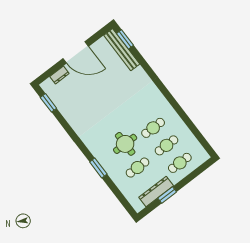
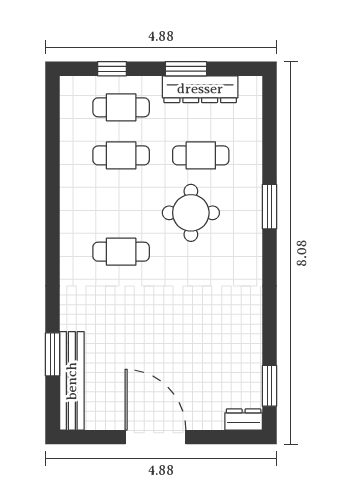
window: (125, 39) -> (52, 354), moved
dresser: (59, 75) -> (244, 419), moved
cafe table: (153, 128) -> (121, 252), moved
window: (194, 174) -> (112, 69), added

